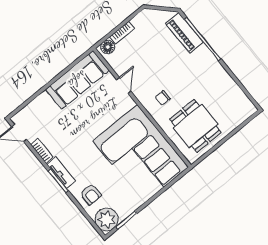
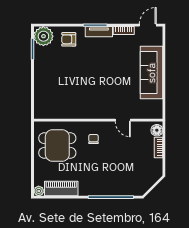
piano: (184, 33) -> (61, 188), moved
sofa: (77, 80) -> (152, 73), moved
plant: (250, 109) -> (39, 191), added
corner sofa: (141, 154) -> (68, 94), removed

